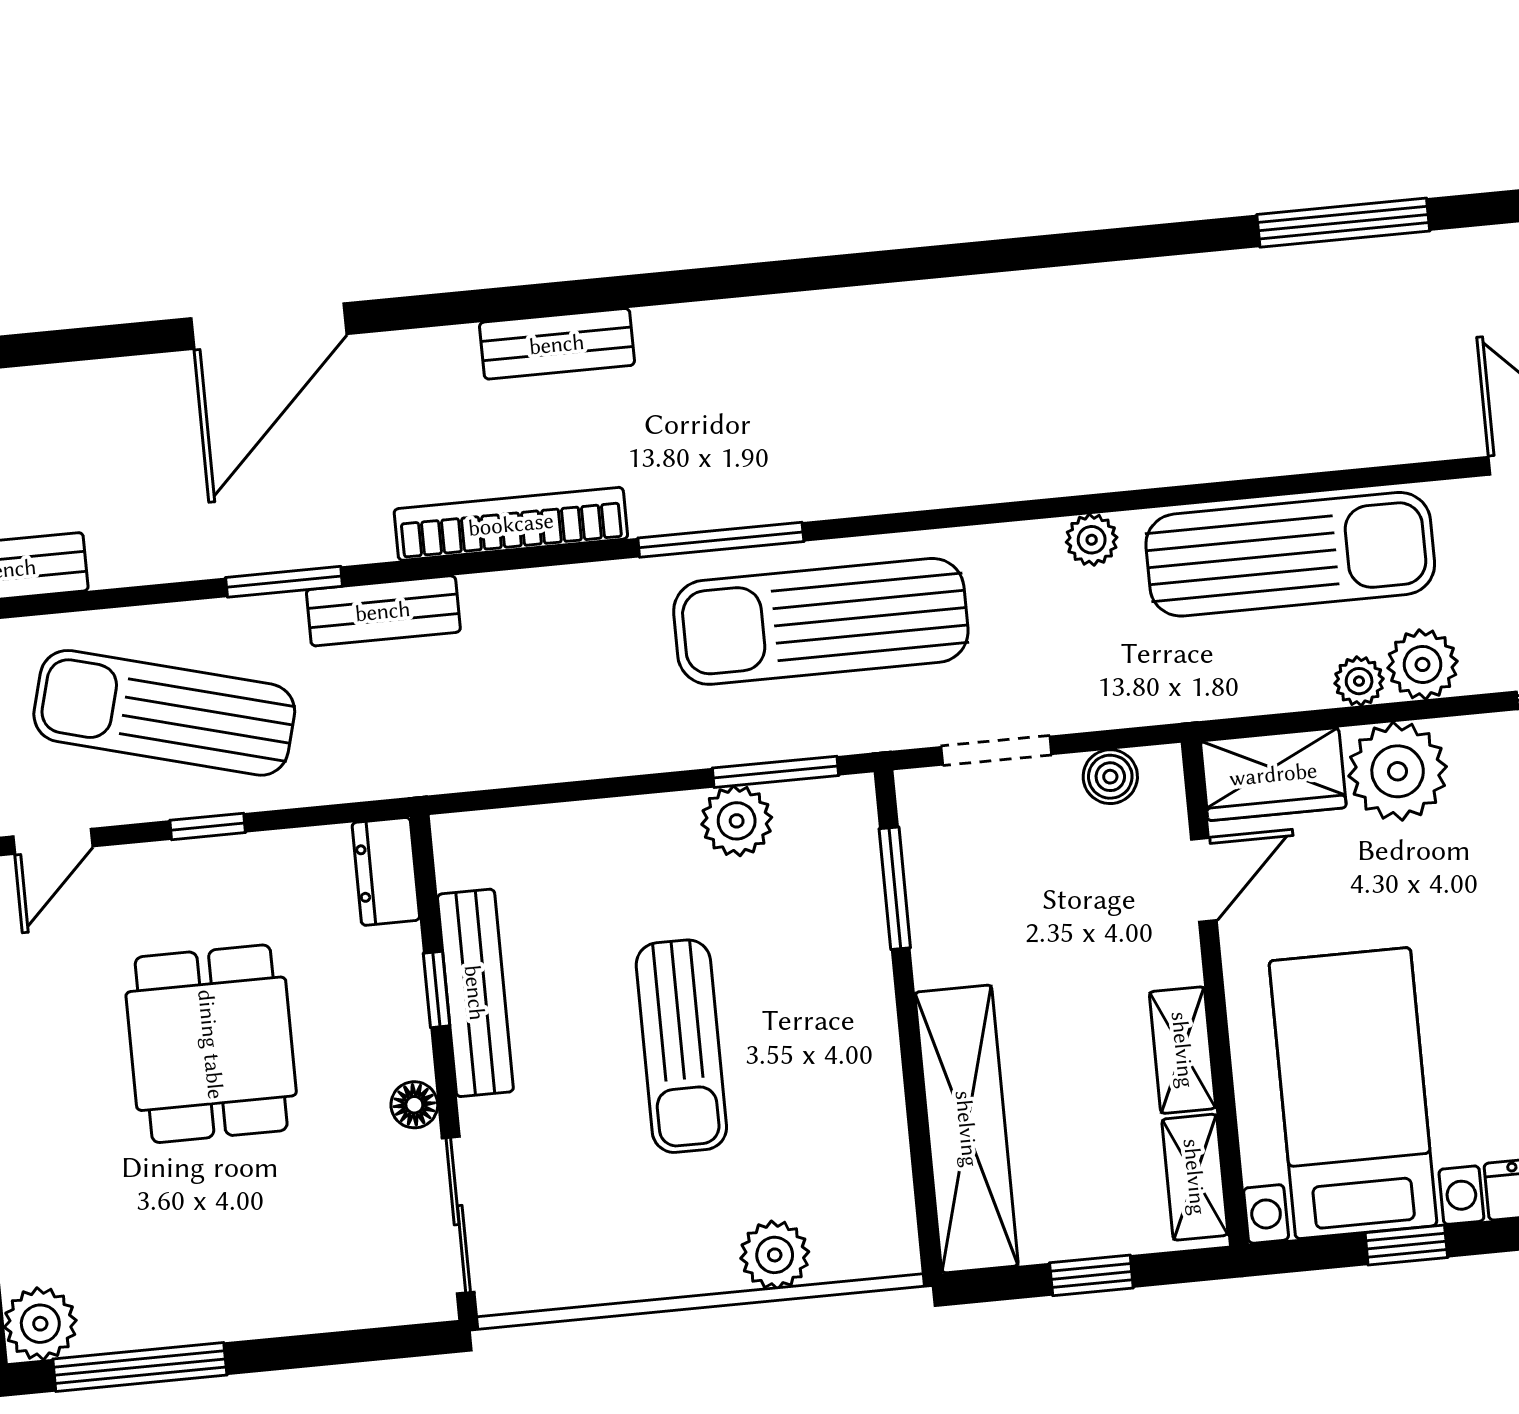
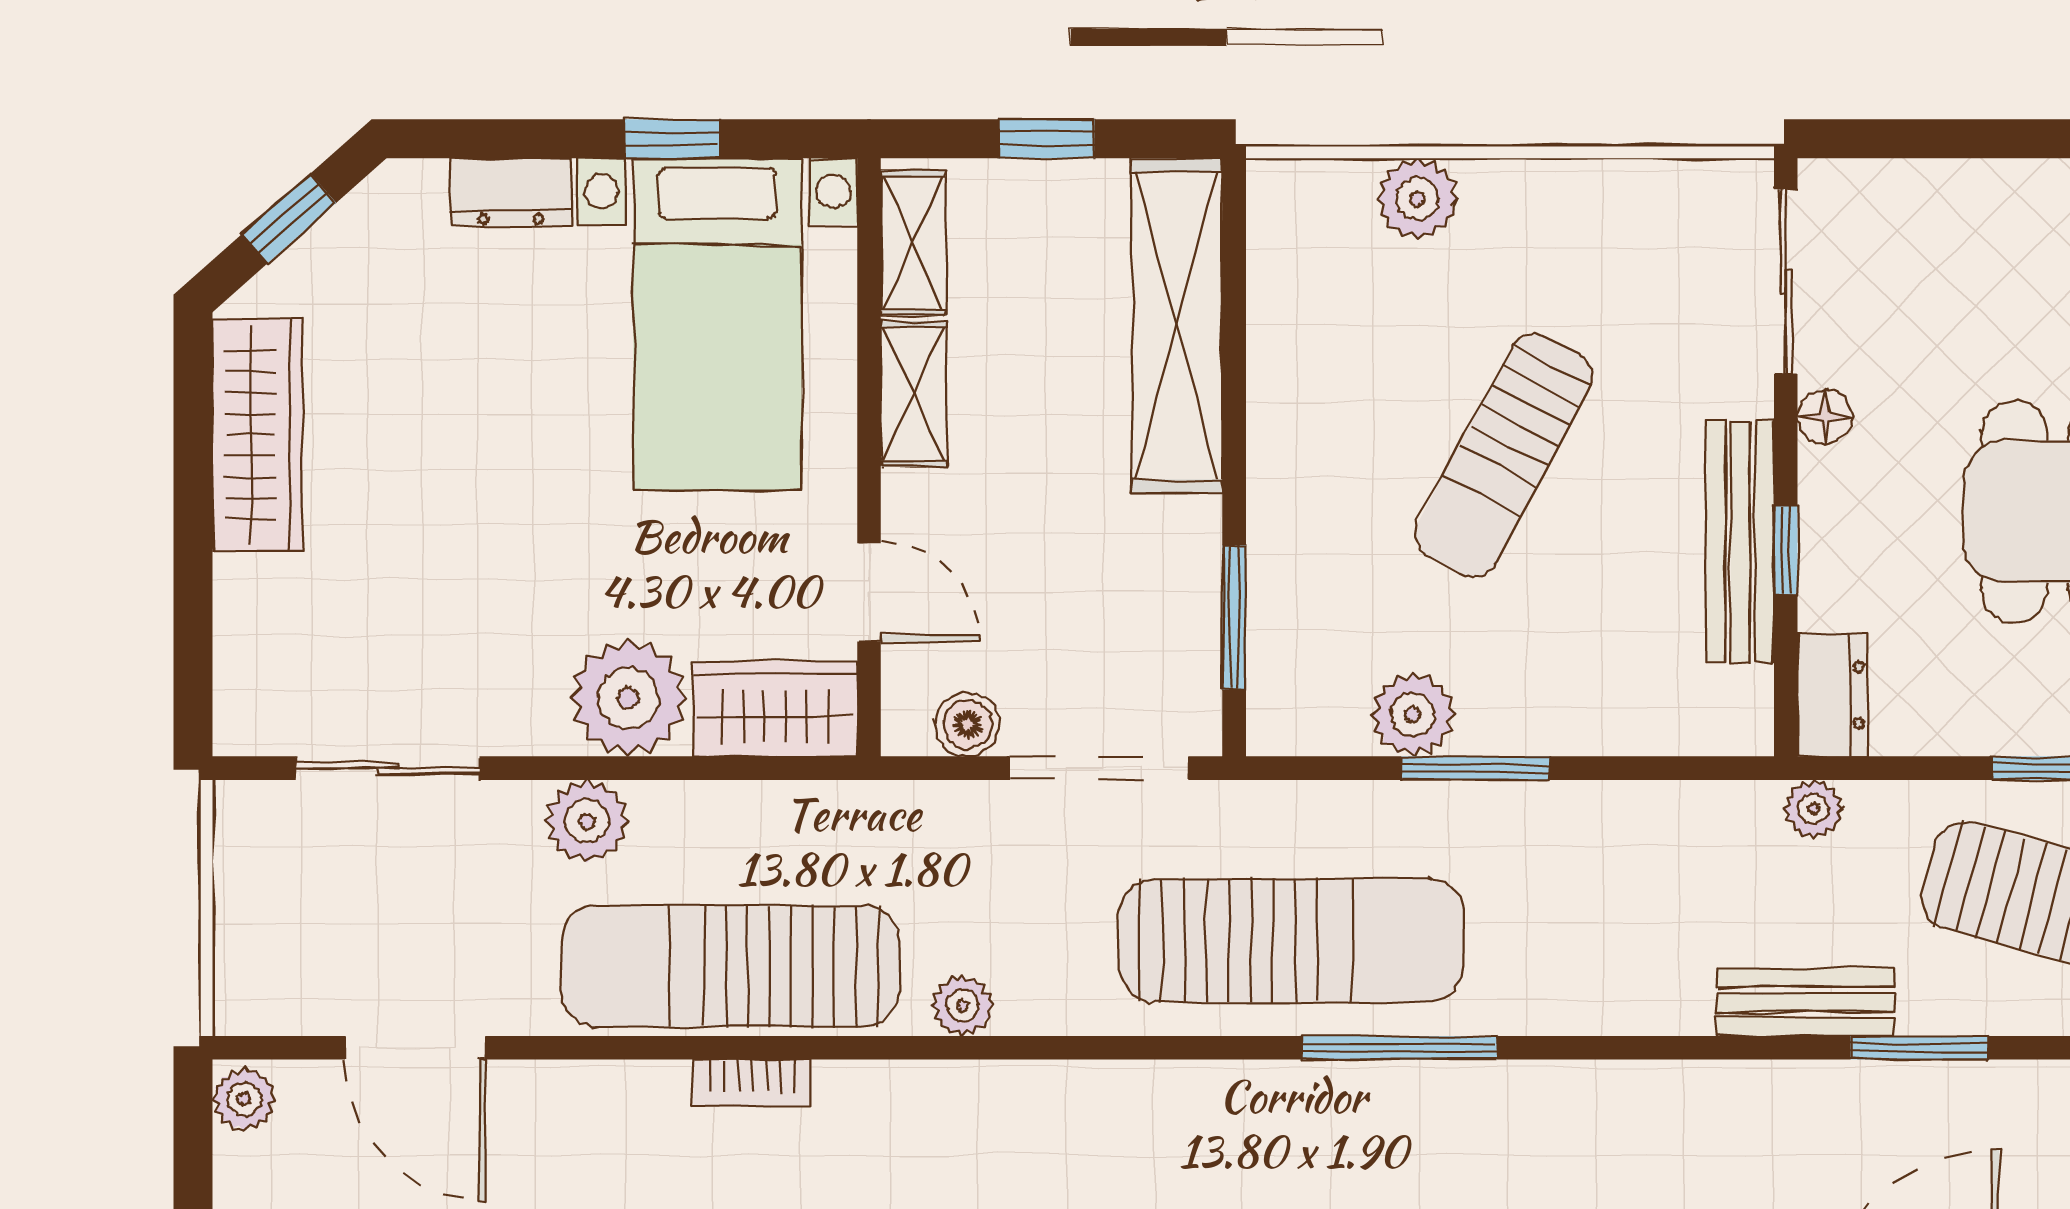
bookcase: (511, 524) -> (752, 1083), moved, width x0.43, depth x0.76
plant: (1359, 681) -> (1813, 809), moved
doorway: (996, 751) -> (1099, 768), width x1.38
window: (776, 772) -> (1475, 768), moved
door: (1204, 880) -> (869, 592), swing flipped
sun lounger: (681, 1046) -> (1504, 455), turned -152

